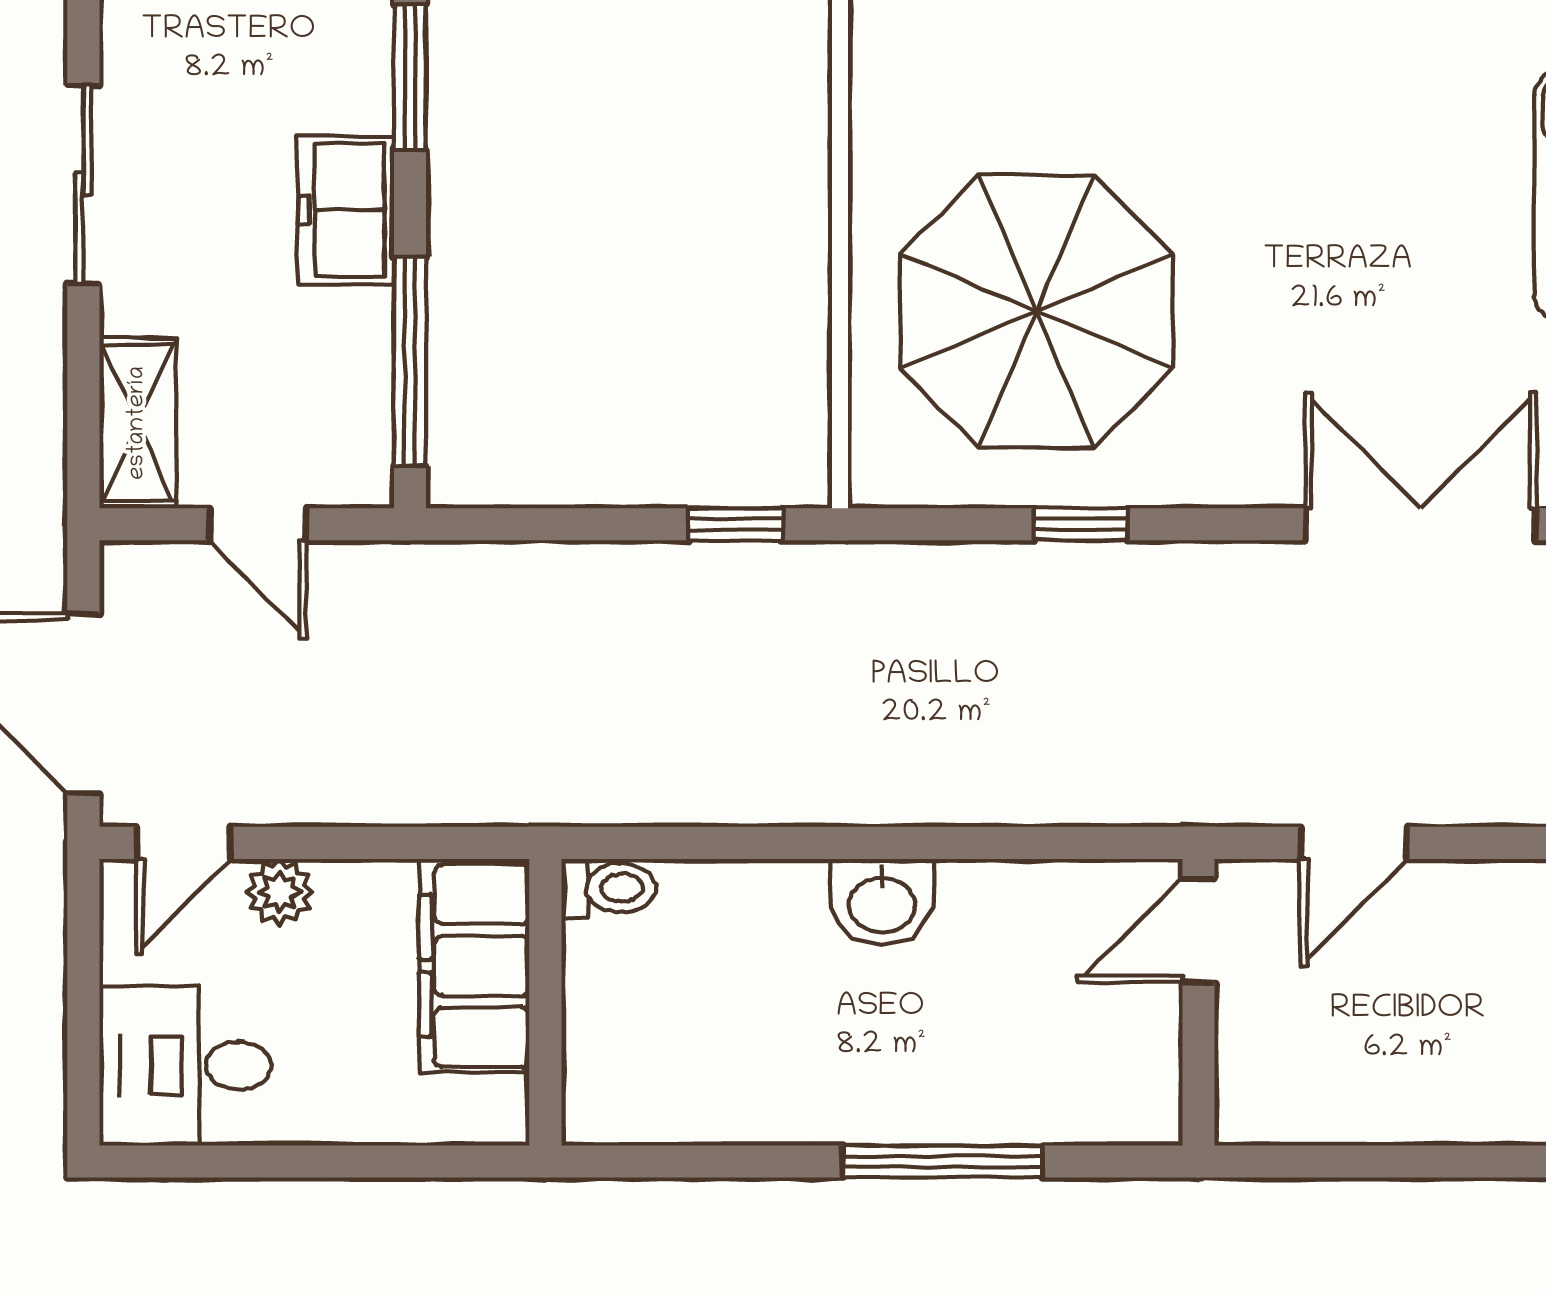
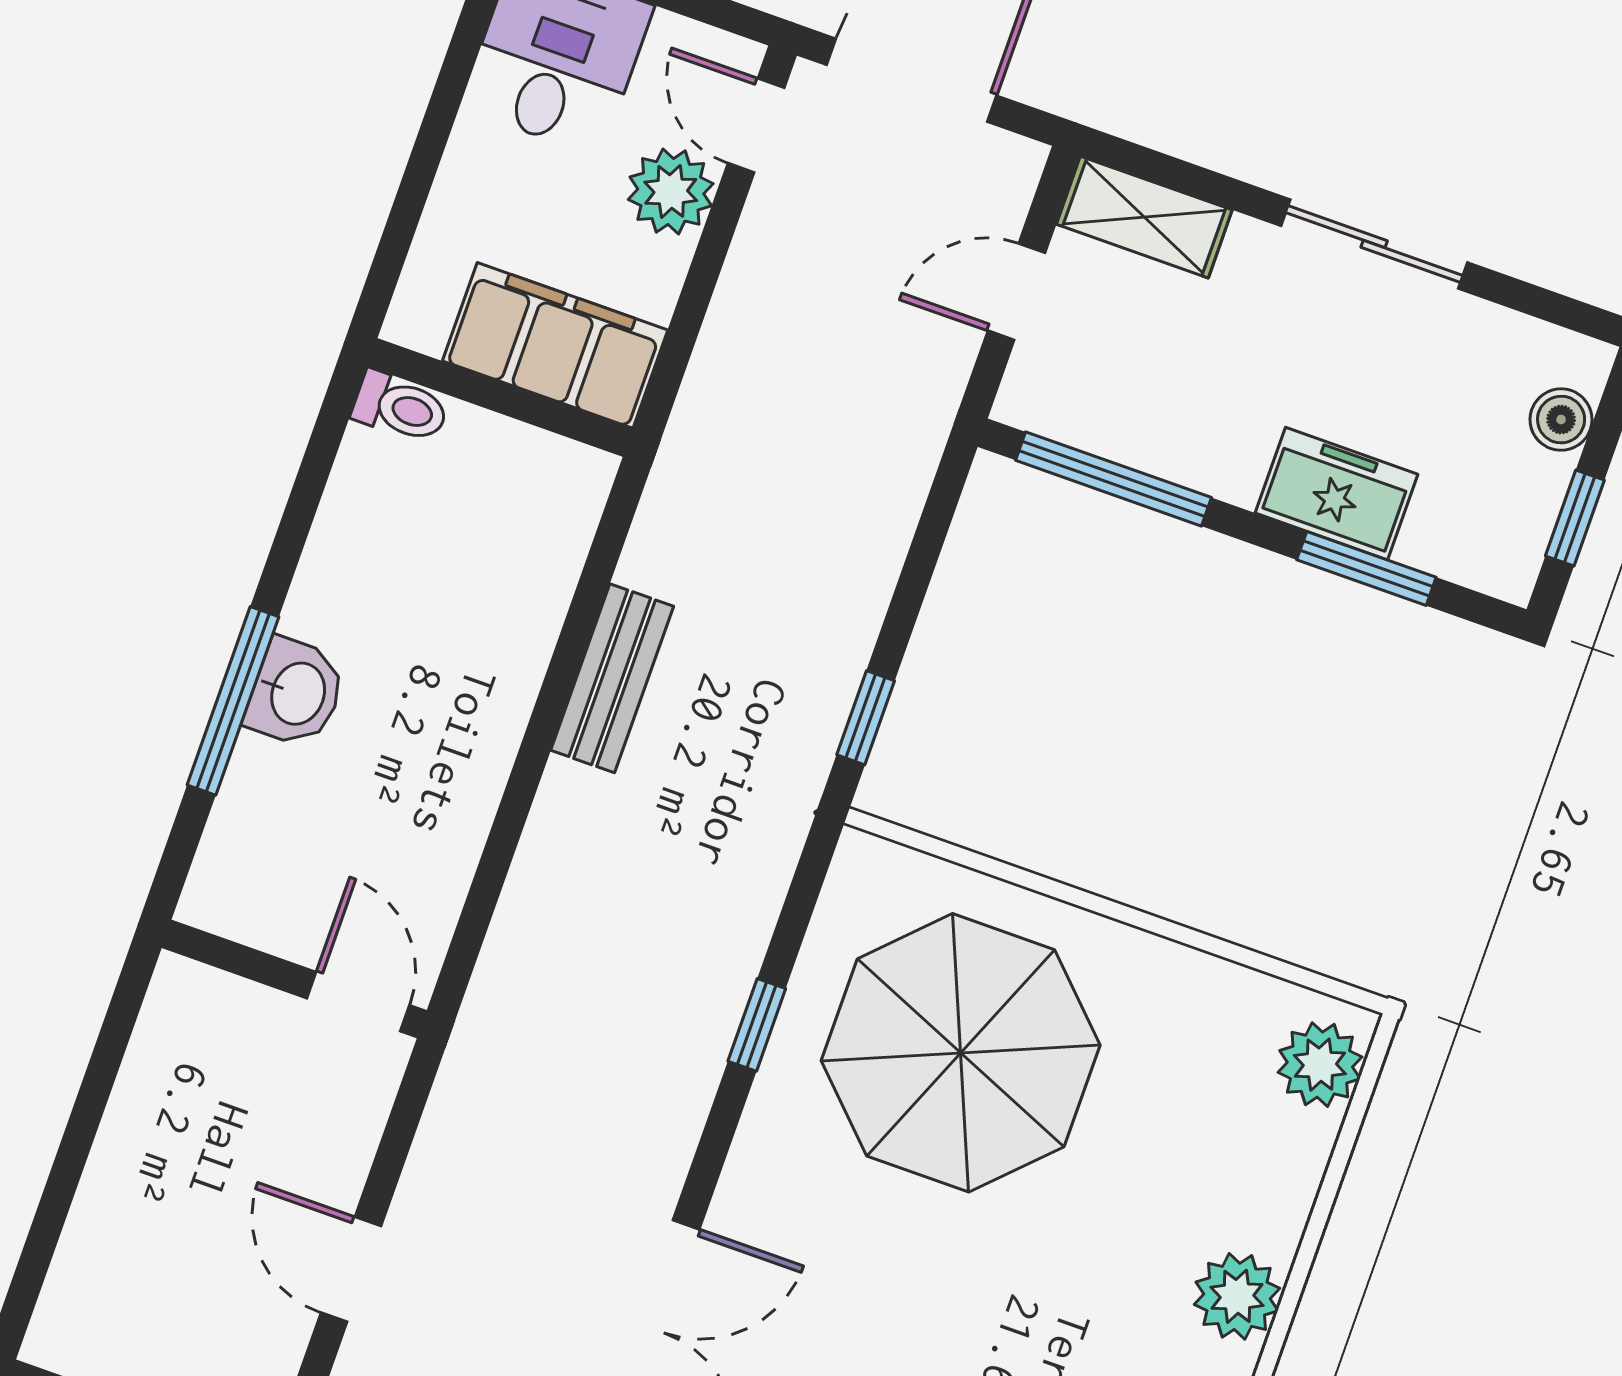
freezer: (346, 210) -> (1337, 494), moved
bench: (786, 791) -> (612, 678), added
door: (1354, 843) -> (351, 1269), moved
toilet: (609, 888) -> (400, 407), moved, turned -90
plant: (279, 892) -> (671, 191), width x1.38, depth x1.38
washbasin: (882, 903) -> (296, 693), moved, turned 180

